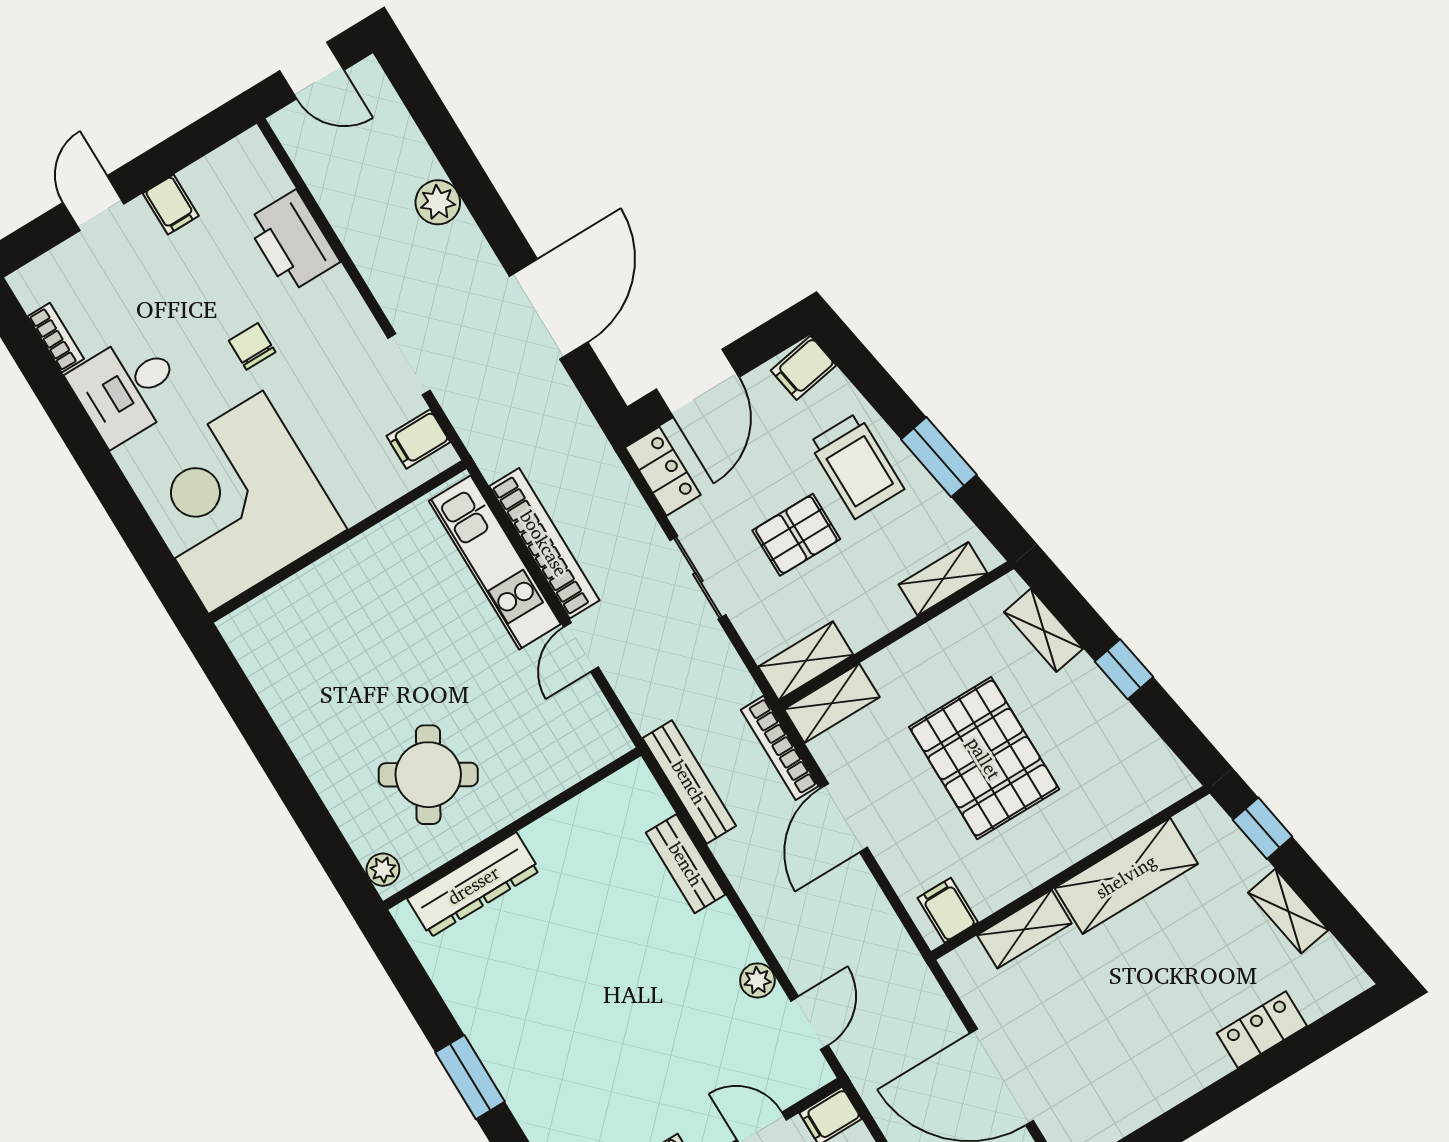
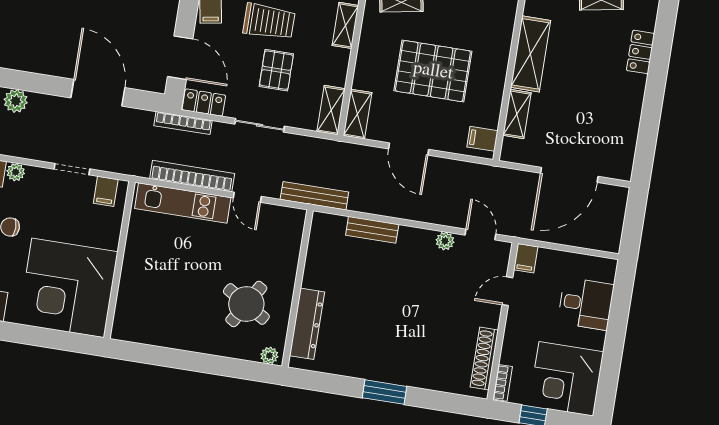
plant: (337, 288) -> (16, 172), added
bookcase: (780, 748) -> (183, 123), moved
bench: (689, 782) -> (314, 196), moved

